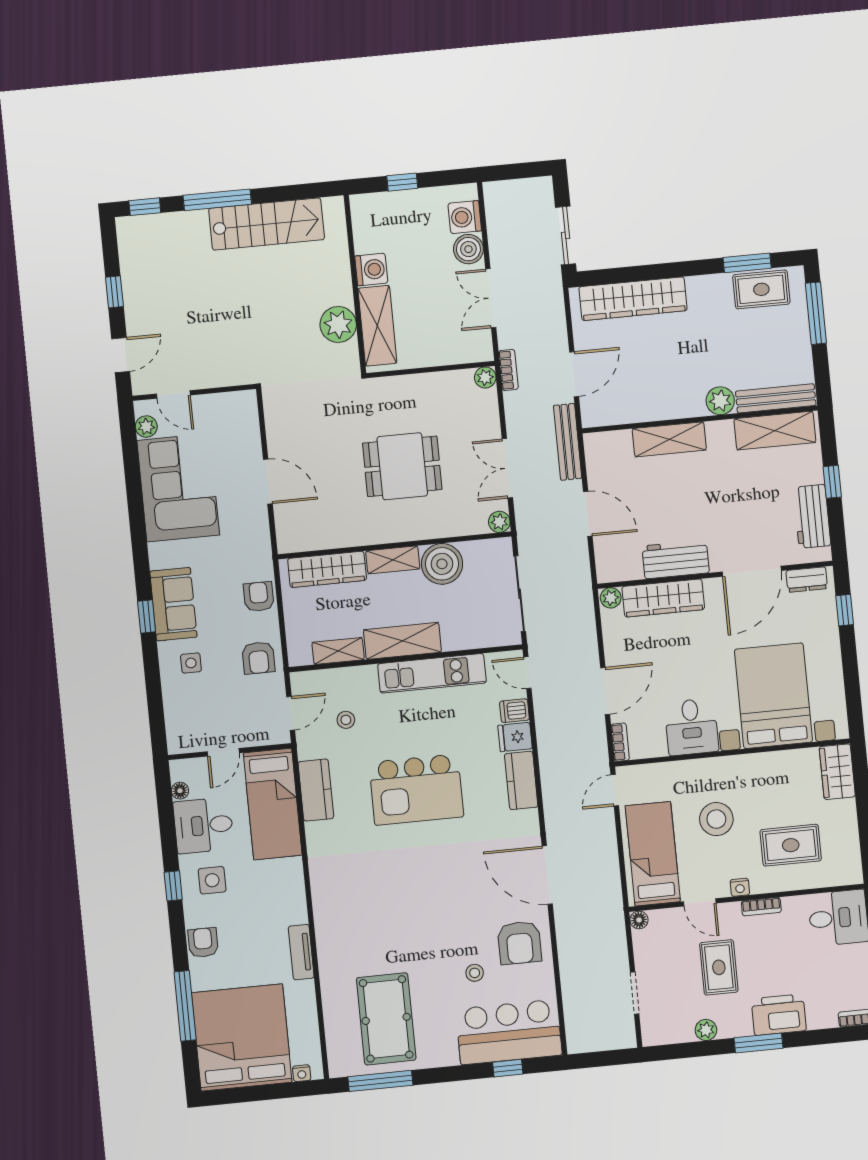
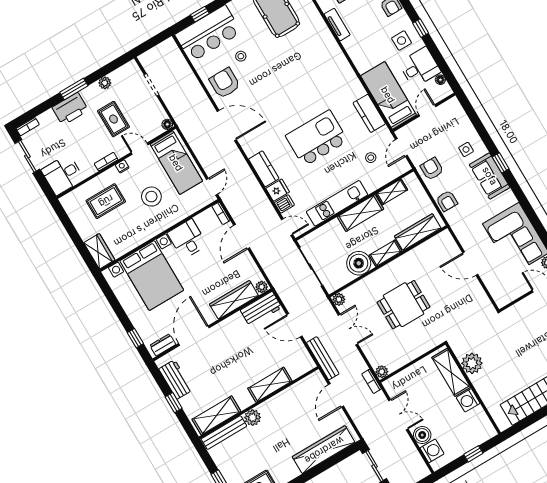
workbench: (676, 559) -> (261, 309), moved

